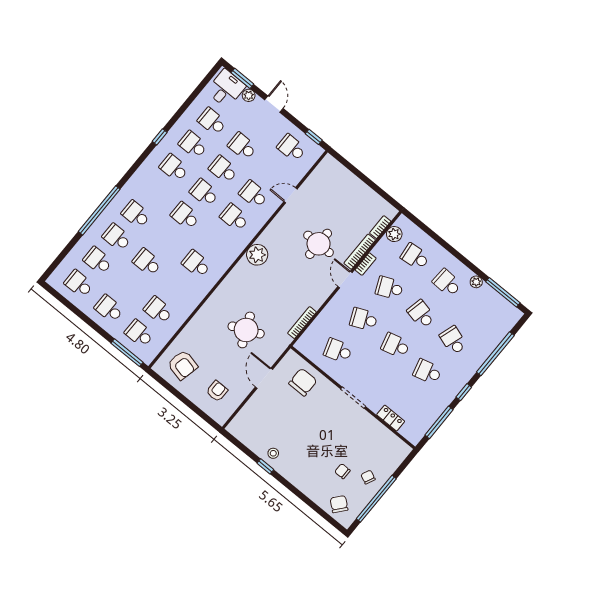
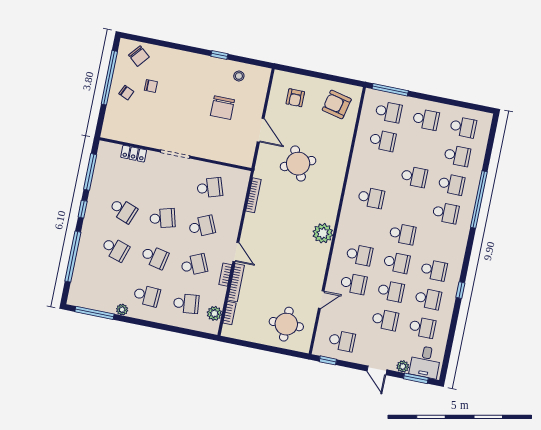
round table: (319, 244) -> (286, 324), moved
school desk: (427, 372) -> (123, 210), turned 36
chair: (303, 382) -> (222, 108), moved
stool: (273, 453) -> (239, 76), moved

